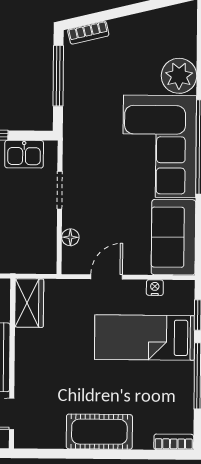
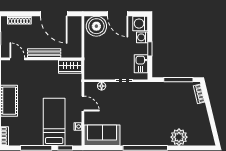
corner sofa: (160, 146) -> (145, 128), removed

